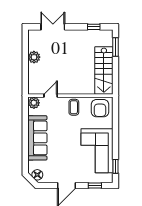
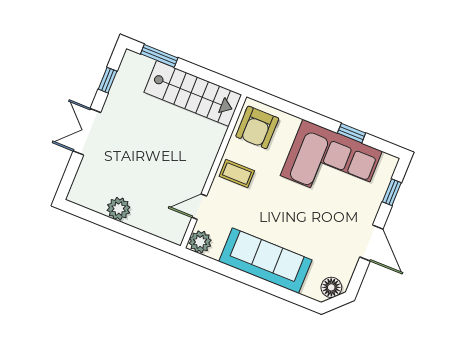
double door: (53, 27) -> (87, 132), moved
door: (51, 96) -> (199, 207), hinge flipped
armchair: (100, 108) -> (257, 127), turned 90
window: (116, 166) -> (352, 133), moved

